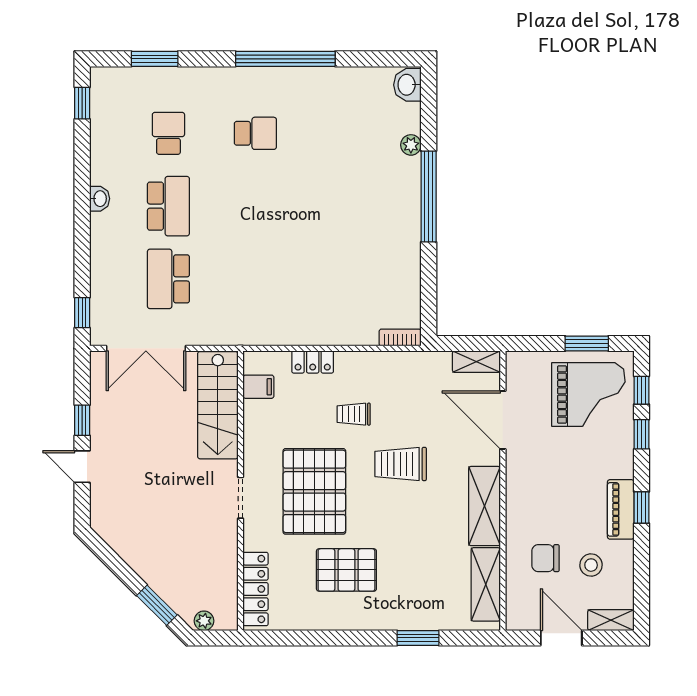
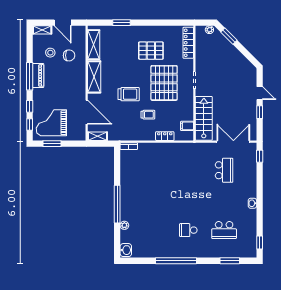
school desk: (168, 133) -> (224, 230), width x1.85
school desk: (168, 206) -> (224, 200), removed
window: (641, 508) -> (30, 76), width x2.17

